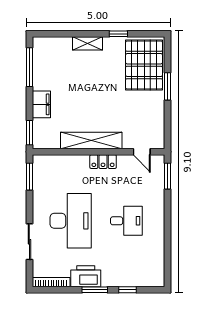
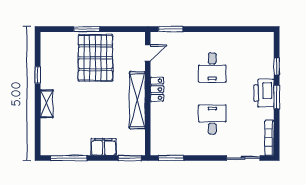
pallet: (144, 65) -> (95, 58), moved, turned 90
desk: (71, 221) -> (212, 120), width x0.53, depth x0.77
desk: (126, 221) -> (212, 68), turned 180
sliding door: (29, 242) -> (243, 158), moved
printer: (86, 276) -> (264, 93), moved

